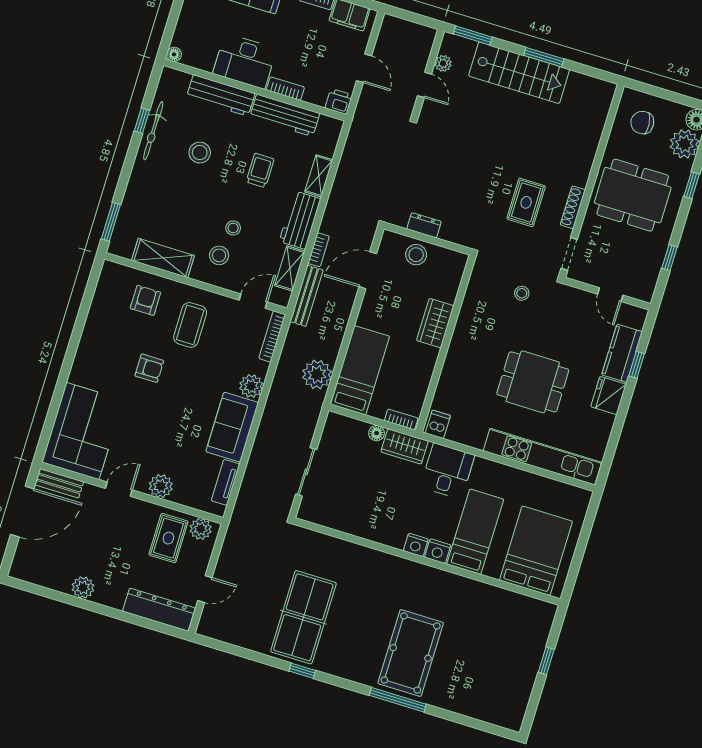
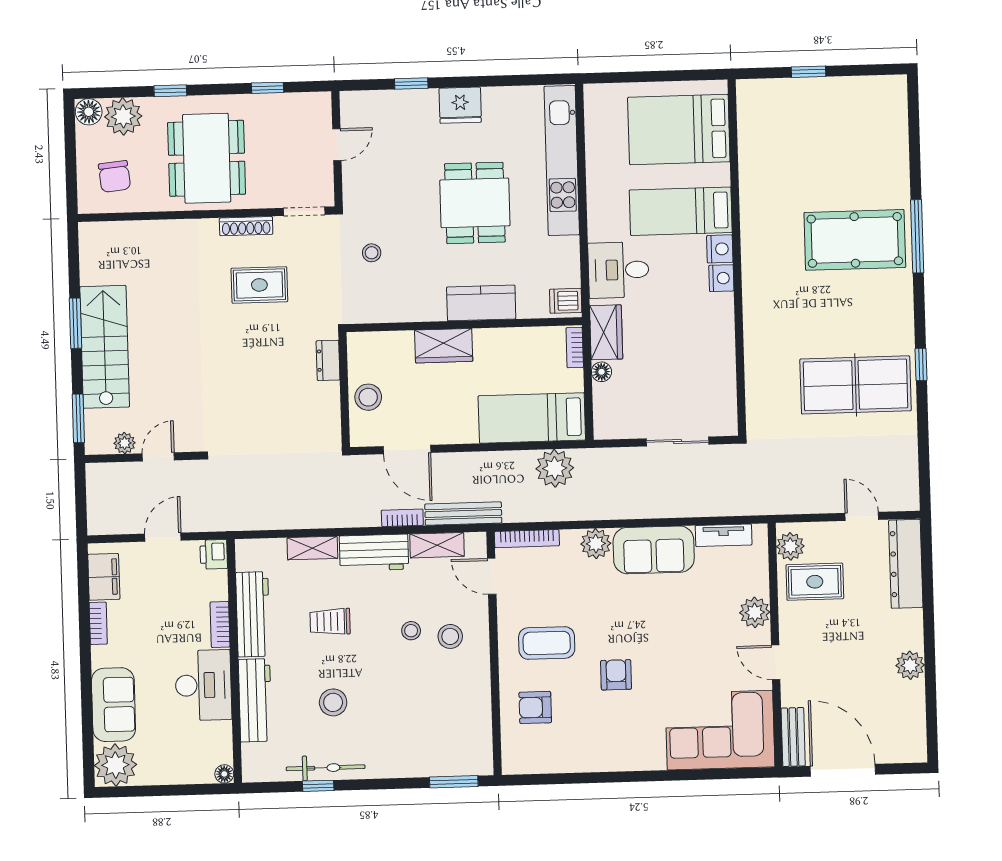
dresser: (424, 225) -> (328, 360), moved
shelving: (163, 258) -> (476, 704), removed
kitchen counter: (622, 353) -> (481, 303), moved, turned 180

